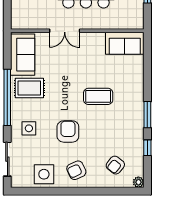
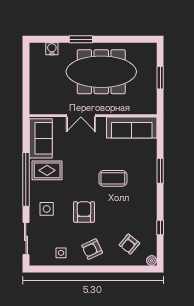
sofa: (125, 43) -> (132, 128), width x1.36
window: (147, 115) -> (160, 171), moved
side table: (44, 174) -> (61, 253), width x0.54, depth x0.54

